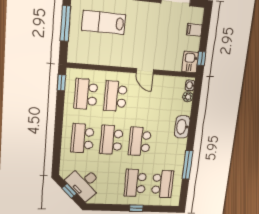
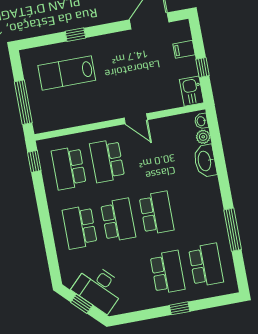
window: (65, 24) -> (23, 102), moved
window: (201, 58) -> (203, 67), moved
washbasin: (182, 127) -> (205, 161), moved
school desk: (111, 140) -> (118, 220), turned 180
school desk: (140, 141) -> (157, 213), turned 180
school desk: (135, 183) -> (168, 272), turned 180

